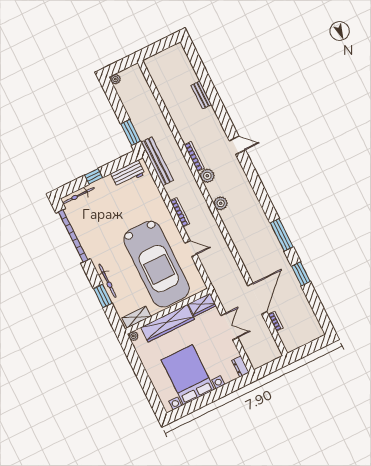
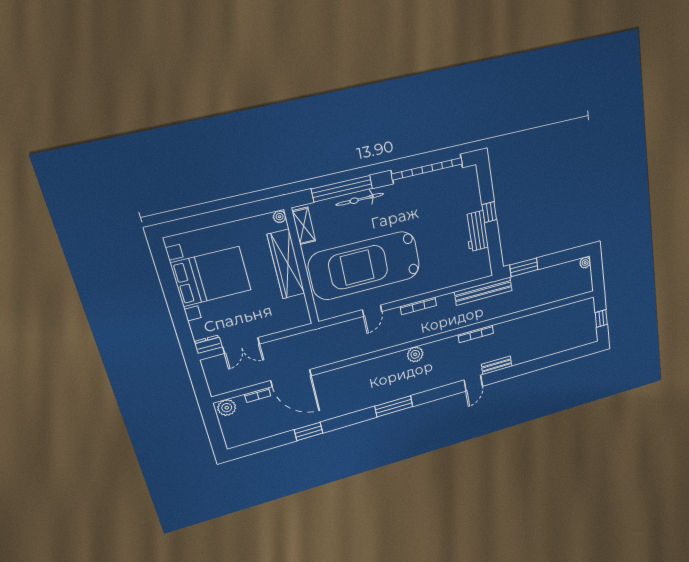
window: (160, 46) -> (601, 318), added
bench: (201, 95) -> (497, 365), moved
workbench: (128, 174) -> (476, 231), moved
plant: (207, 176) -> (227, 408), moved
bicycle: (78, 196) -> (473, 188), removed
window: (282, 235) -> (394, 406), moved
window: (103, 296) -> (342, 189), width x2.11
wardrobe: (202, 305) -> (300, 311), removed
double door: (229, 327) -> (241, 346), moved

